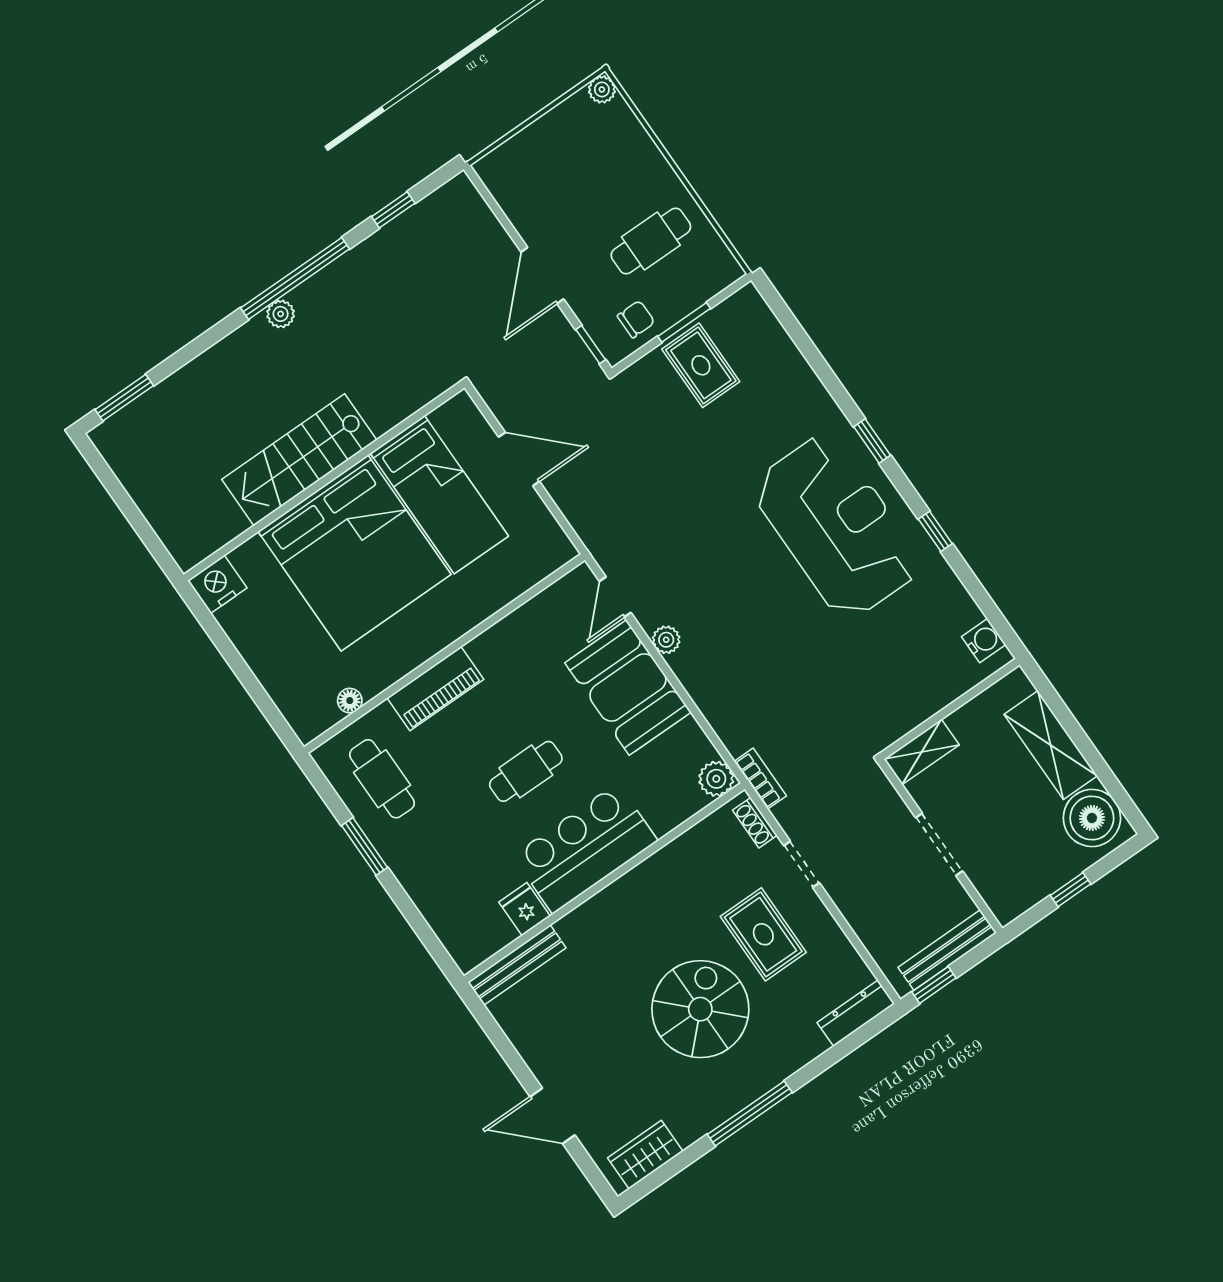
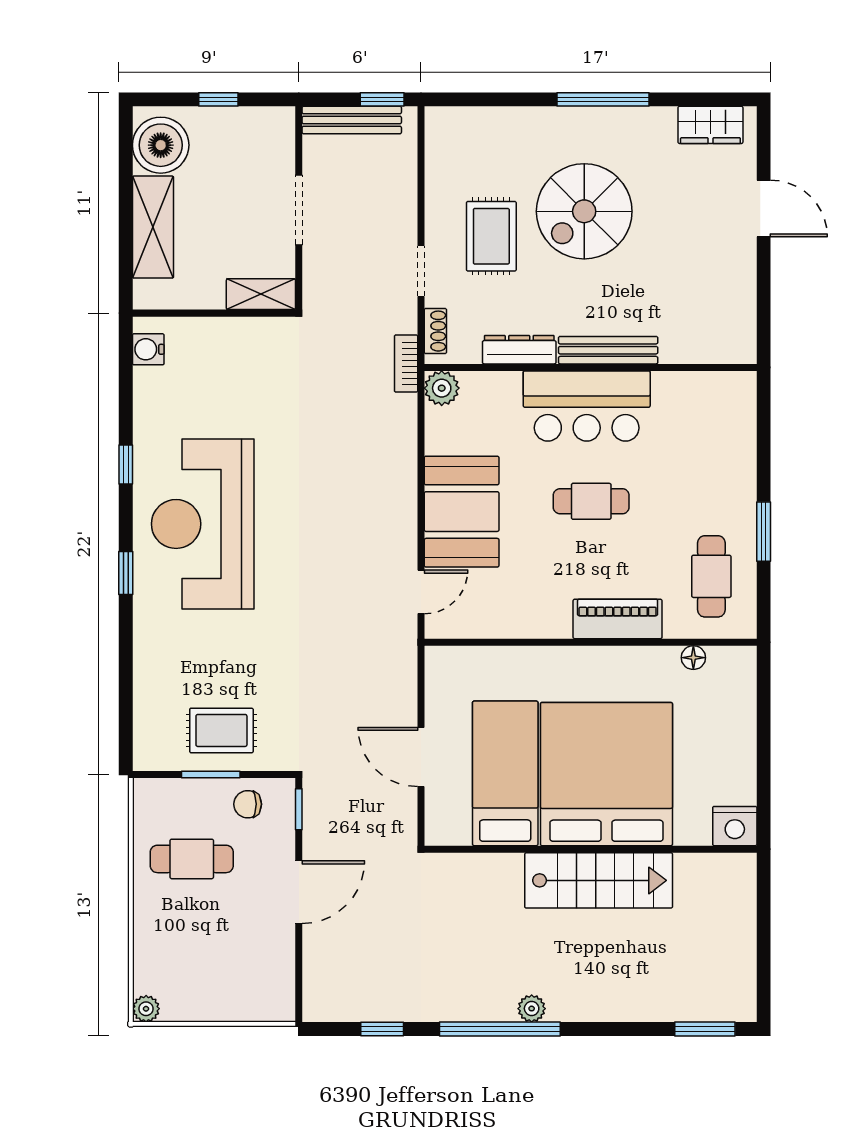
rug: (701, 365) -> (221, 730), turned 90
plant: (666, 640) -> (404, 529), removed
fridge: (525, 909) -> (670, 391), removed
bench: (517, 965) -> (608, 350), moved
dresser: (856, 1013) -> (519, 350), moved, turned 180

